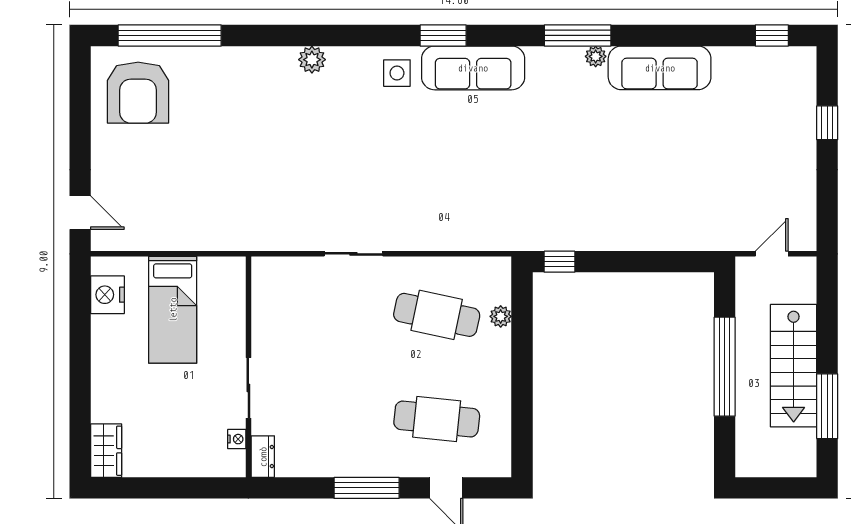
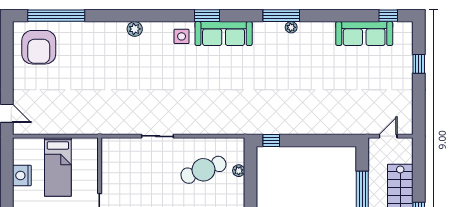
sofa: (660, 68) -> (364, 34), moved
nightstand: (107, 295) -> (22, 175), moved
cafe table: (437, 315) -> (203, 170), turned -33

